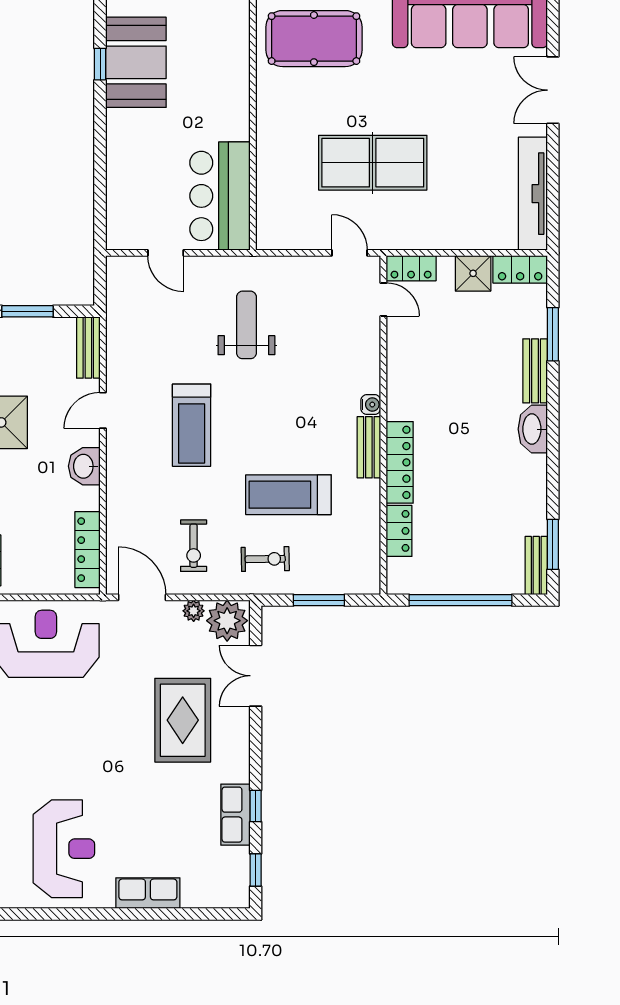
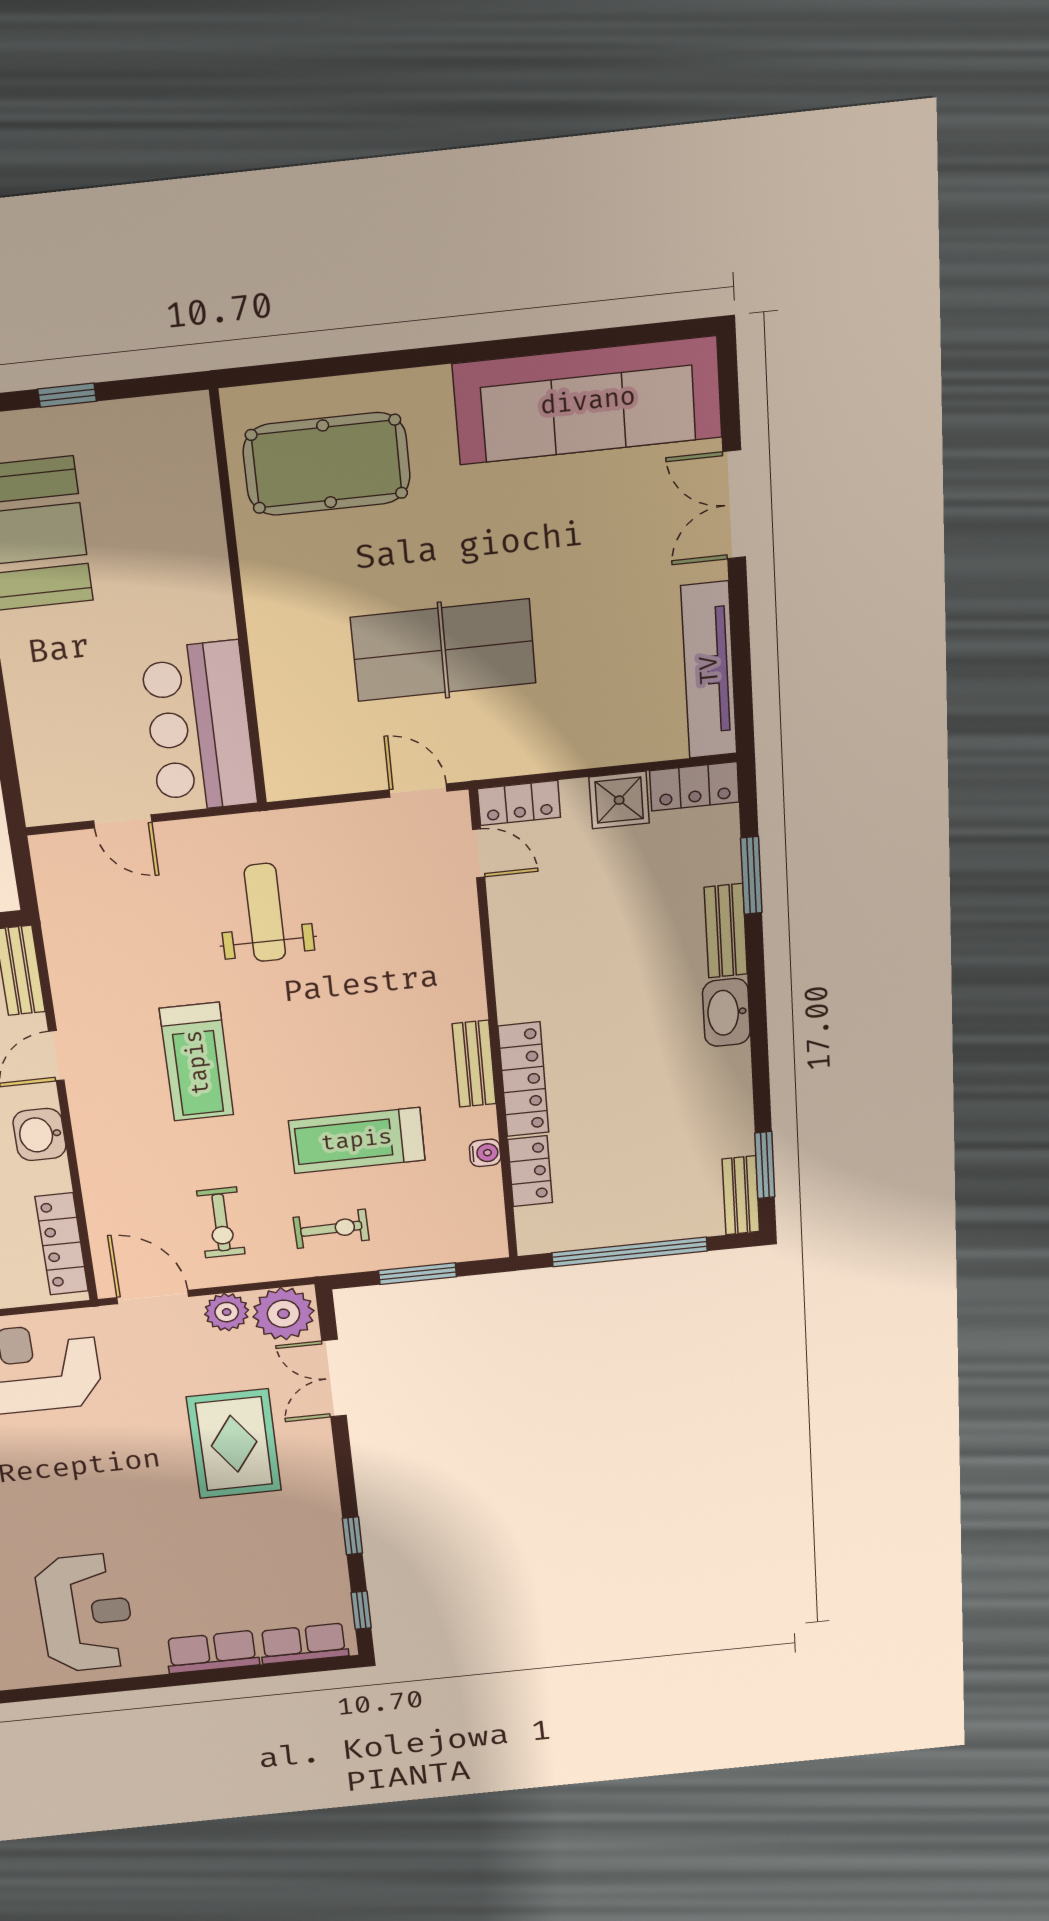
water cooler: (371, 405) -> (485, 1153), moved
plant: (194, 611) -> (227, 1312), width x1.38, depth x1.38
row of seats: (235, 815) -> (304, 1644), moved, turned 90

